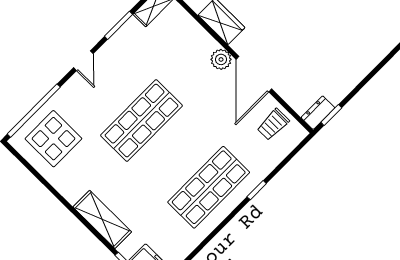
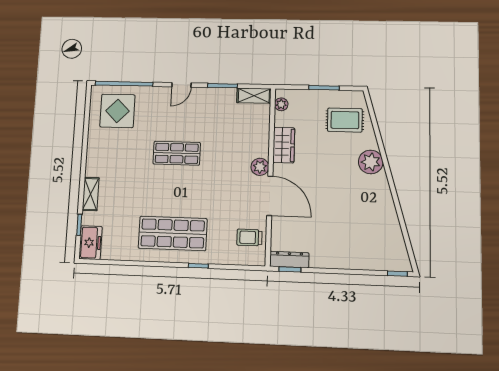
door: (254, 74) -> (270, 196), swing flipped
dresser: (318, 113) -> (289, 260), width x1.44
shop shelf: (141, 121) -> (177, 153), width x0.70, depth x0.74
shelving: (102, 219) -> (91, 194), width x0.67, depth x0.75

